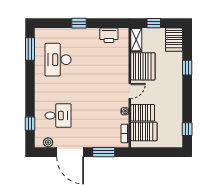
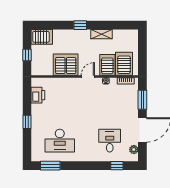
shelving: (136, 40) -> (102, 34), moved
window: (187, 68) -> (80, 25), moved
door: (130, 91) -> (88, 77), hinge flipped
window: (187, 129) -> (122, 25), removed

